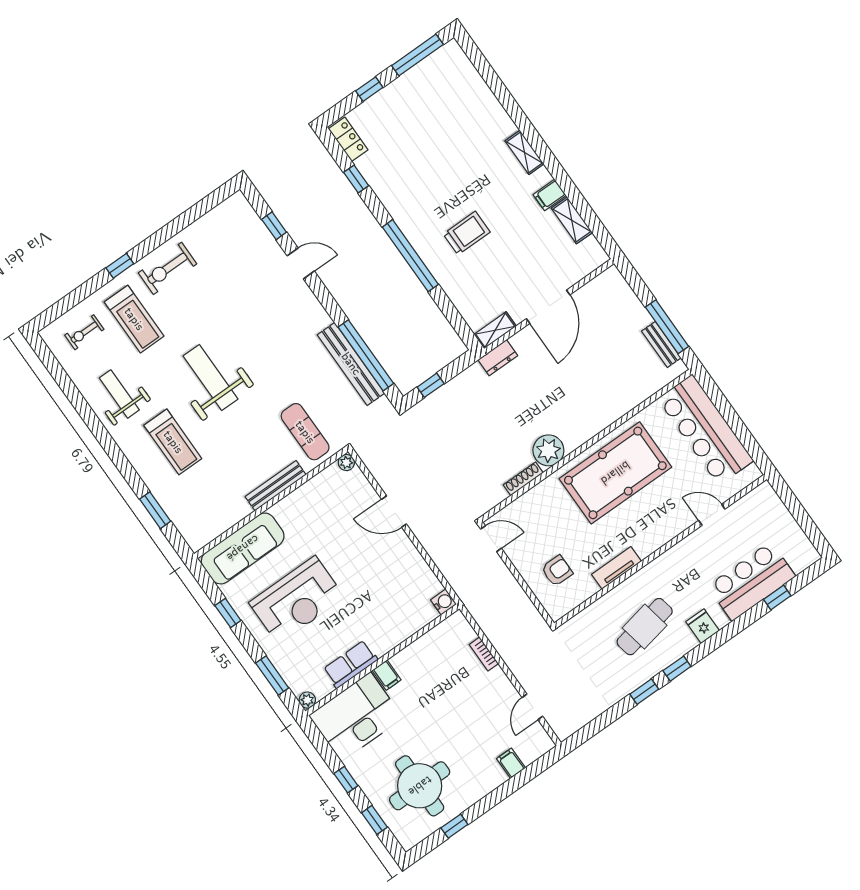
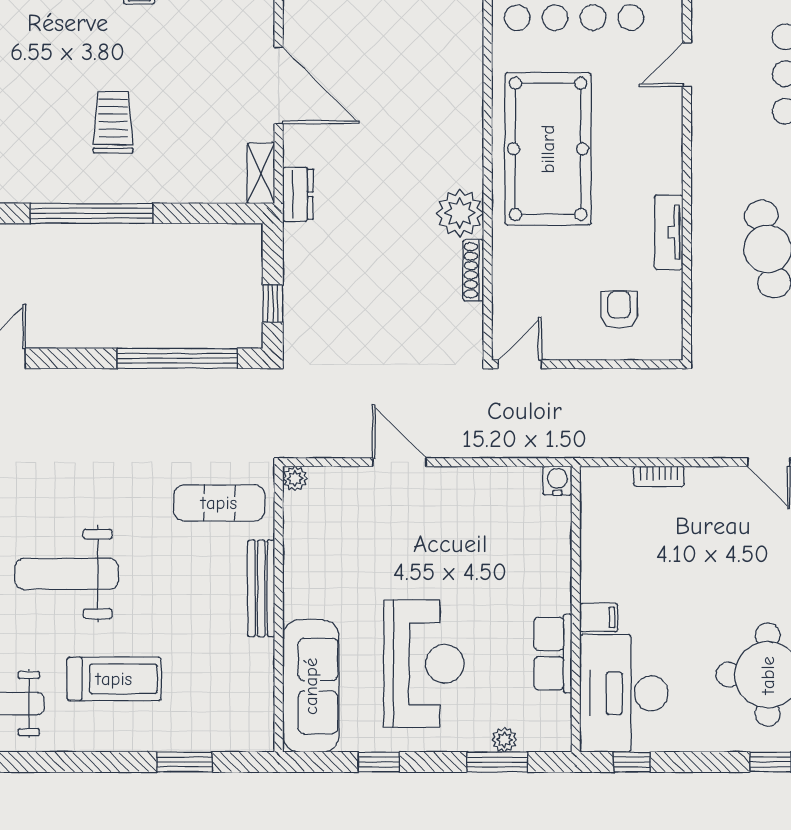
bench: (351, 364) -> (175, 385), removed
door: (394, 512) -> (399, 462), swing flipped
plant: (307, 700) -> (504, 740), moved
window: (346, 780) -> (632, 762), moved

